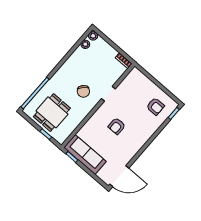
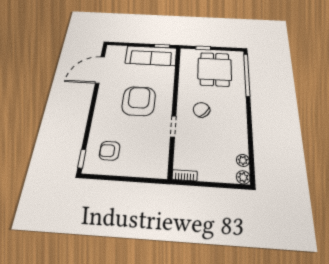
armchair: (117, 126) -> (139, 101), width x1.88, depth x1.88
door: (119, 176) -> (100, 70), moved

